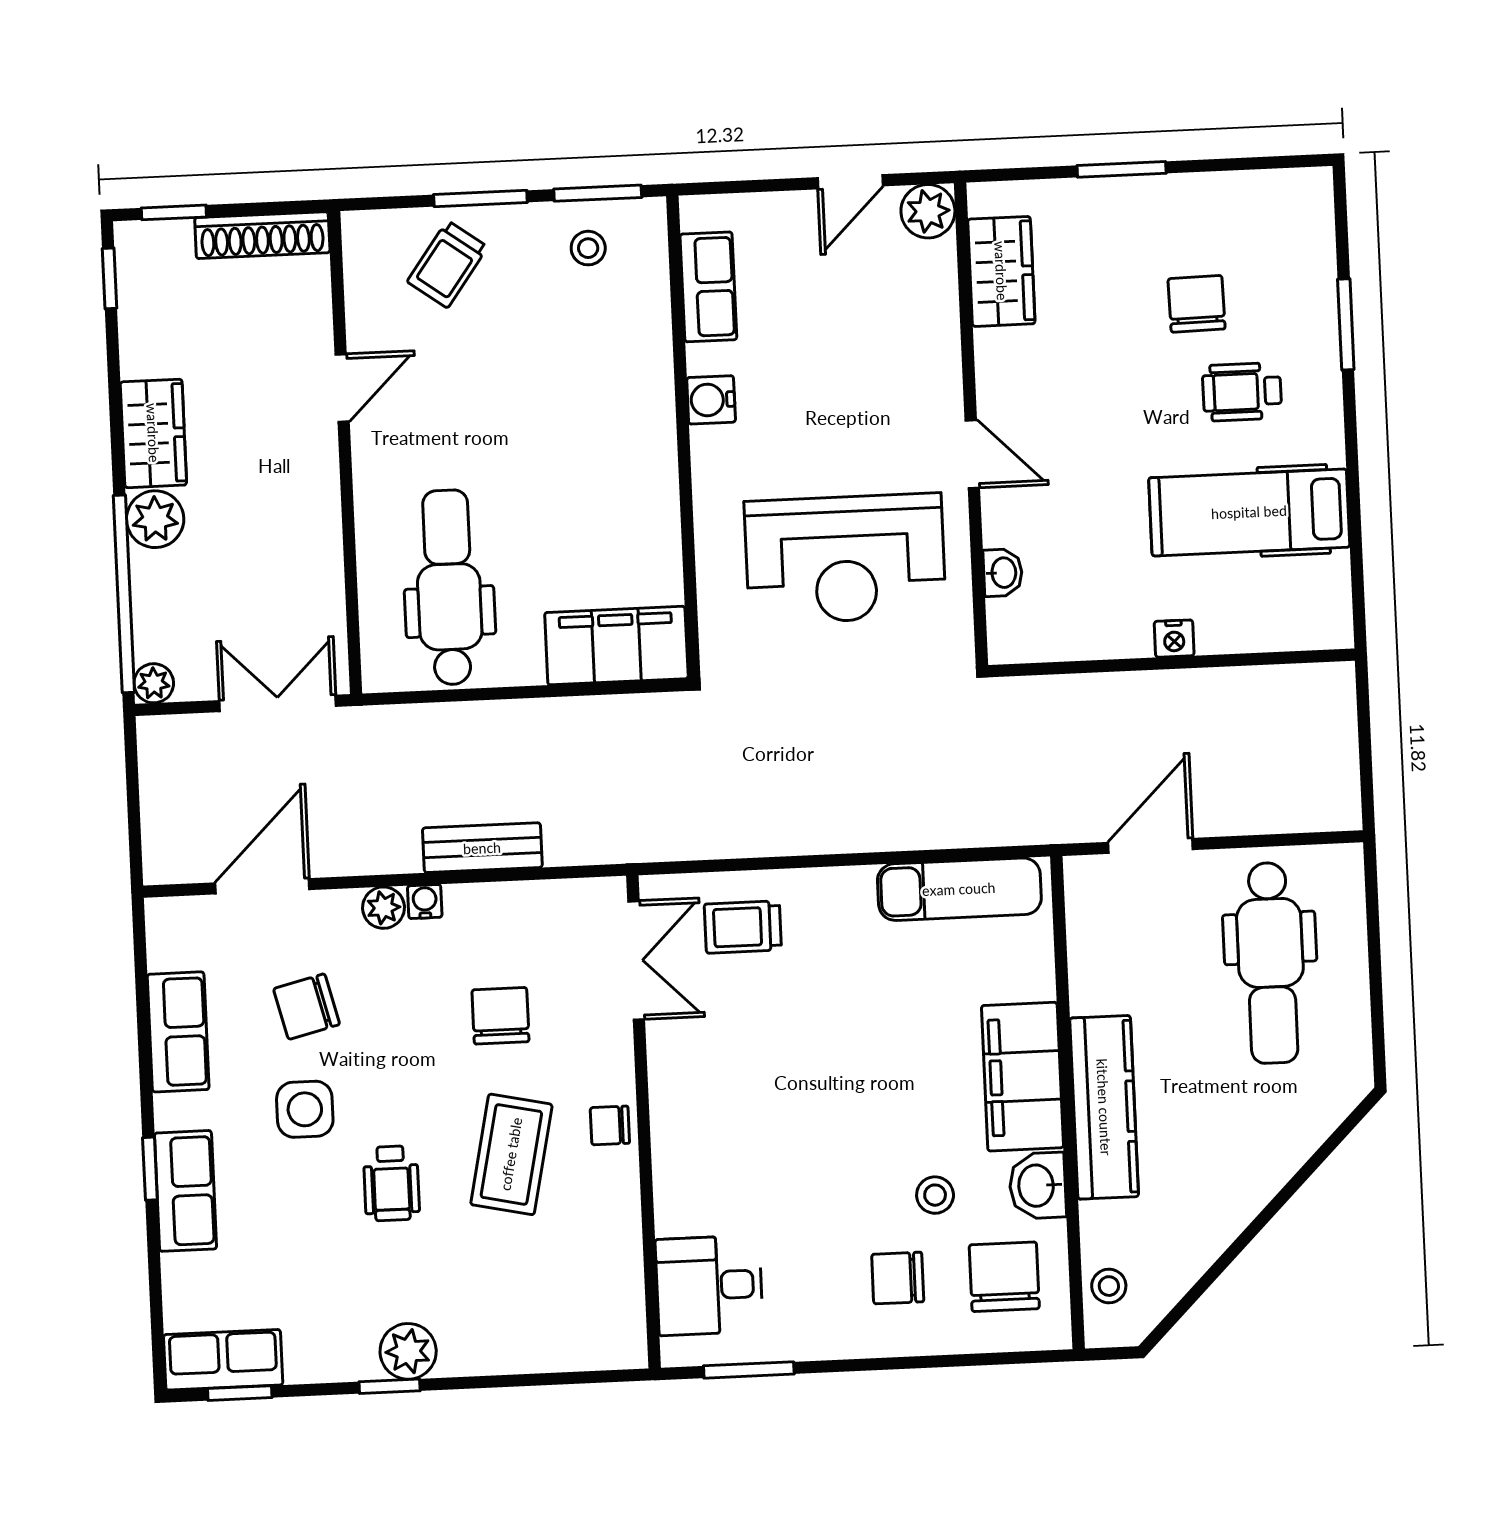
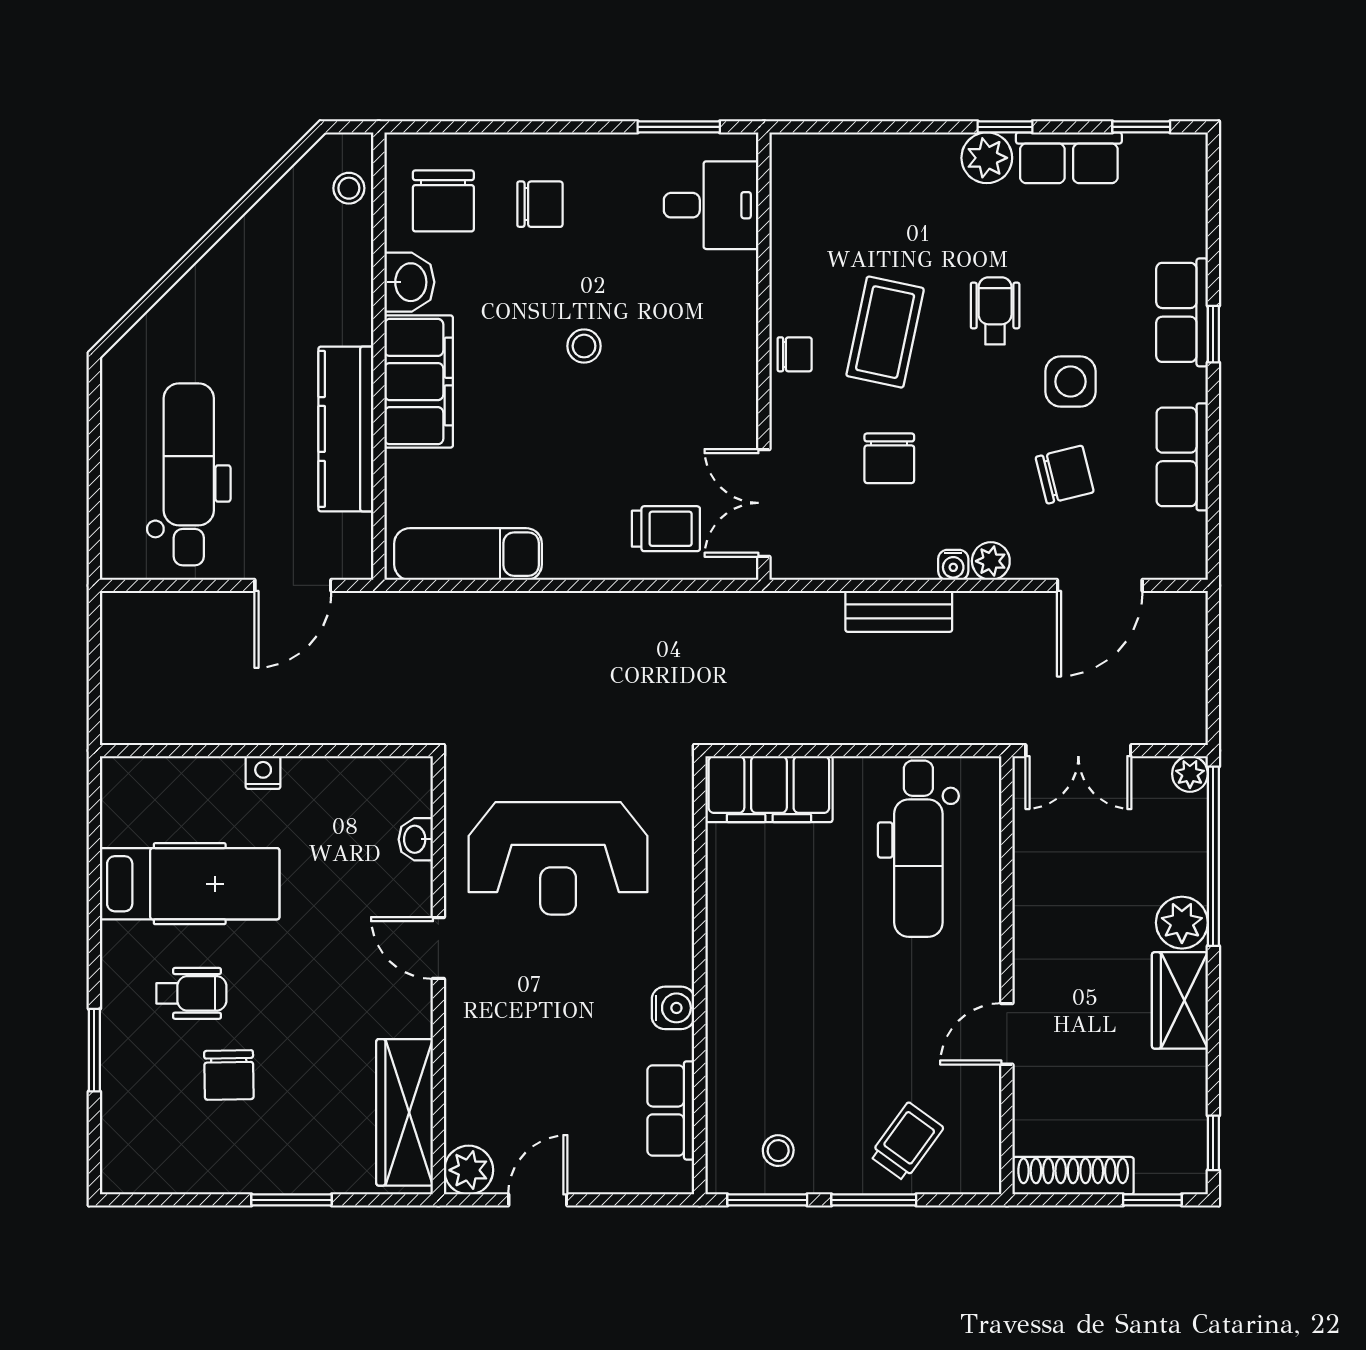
wardrobe: (1001, 271) -> (405, 1112), width x1.50
reception desk: (845, 559) -> (558, 858), turned 180
kitchen counter: (1104, 1107) -> (346, 429), moved
stool: (935, 1195) -> (584, 346), moved
row of seats: (223, 1360) -> (1069, 158), moved

